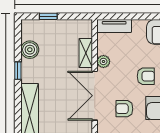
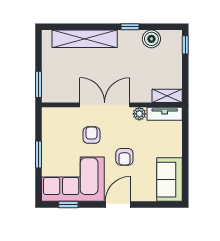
window: (48, 16) -> (185, 45), moved
tv unit: (114, 26) -> (165, 114), moved, turned -90
shelving: (86, 53) -> (167, 96), moved

